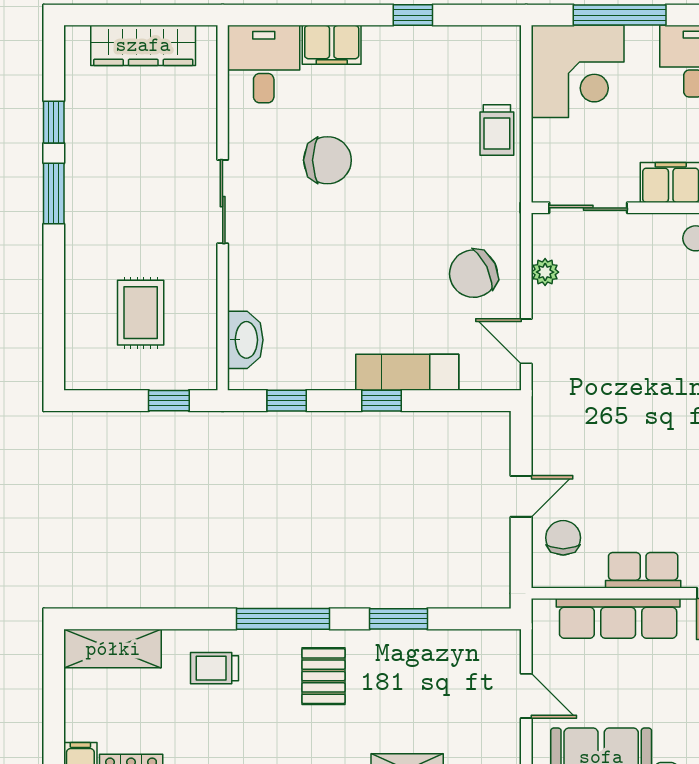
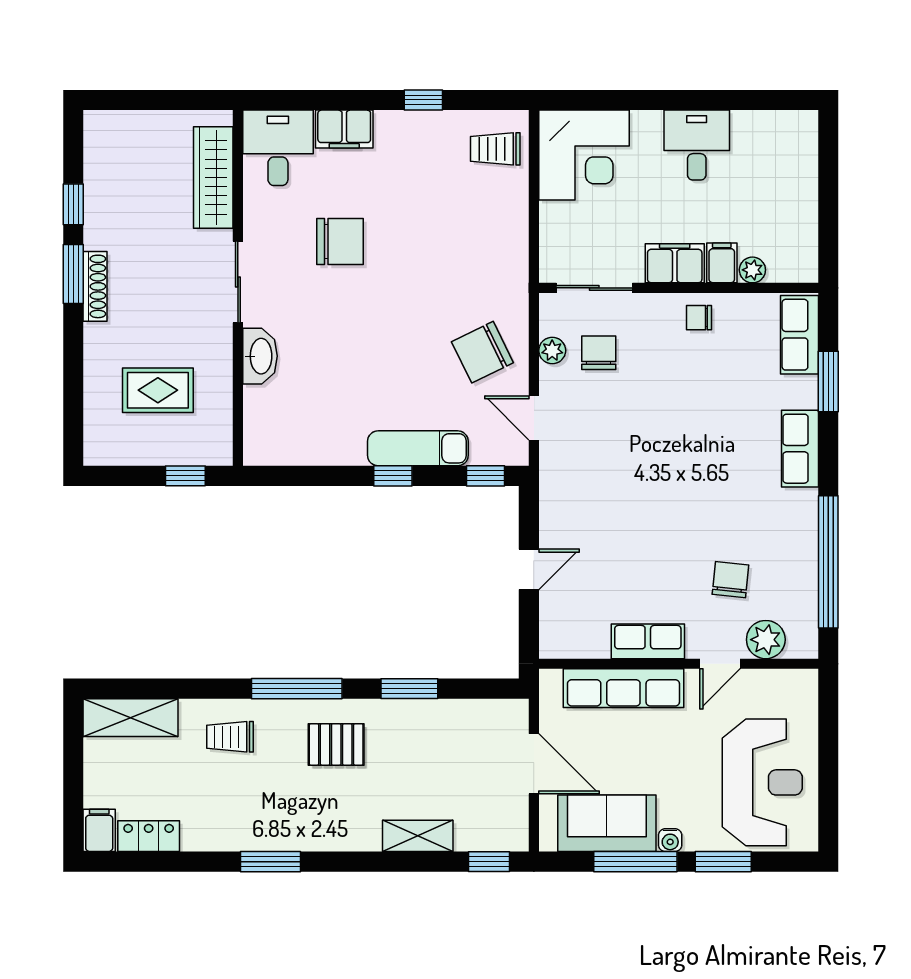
window: (620, 15) -> (625, 100), removed
wardrobe: (143, 45) -> (213, 177), moved, turned 90
trolley: (497, 130) -> (495, 149), moved, turned 90
shoe rack: (76, 206) -> (95, 286), added
rug: (141, 313) -> (158, 390), turned 90
washbasin: (245, 340) -> (260, 356), moved
window: (287, 401) -> (486, 476), moved
chair: (563, 538) -> (599, 353), moved
pallet: (323, 676) -> (336, 744), turned 90
door: (526, 696) -> (534, 764), width x1.38

